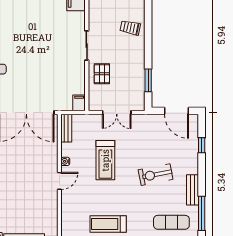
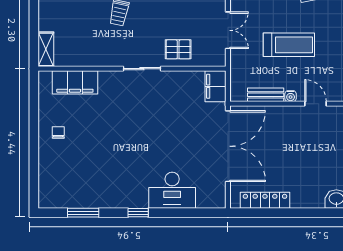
filing cabinet: (79, 103) -> (215, 86), width x2.00
bench: (66, 128) -> (266, 95), moved

